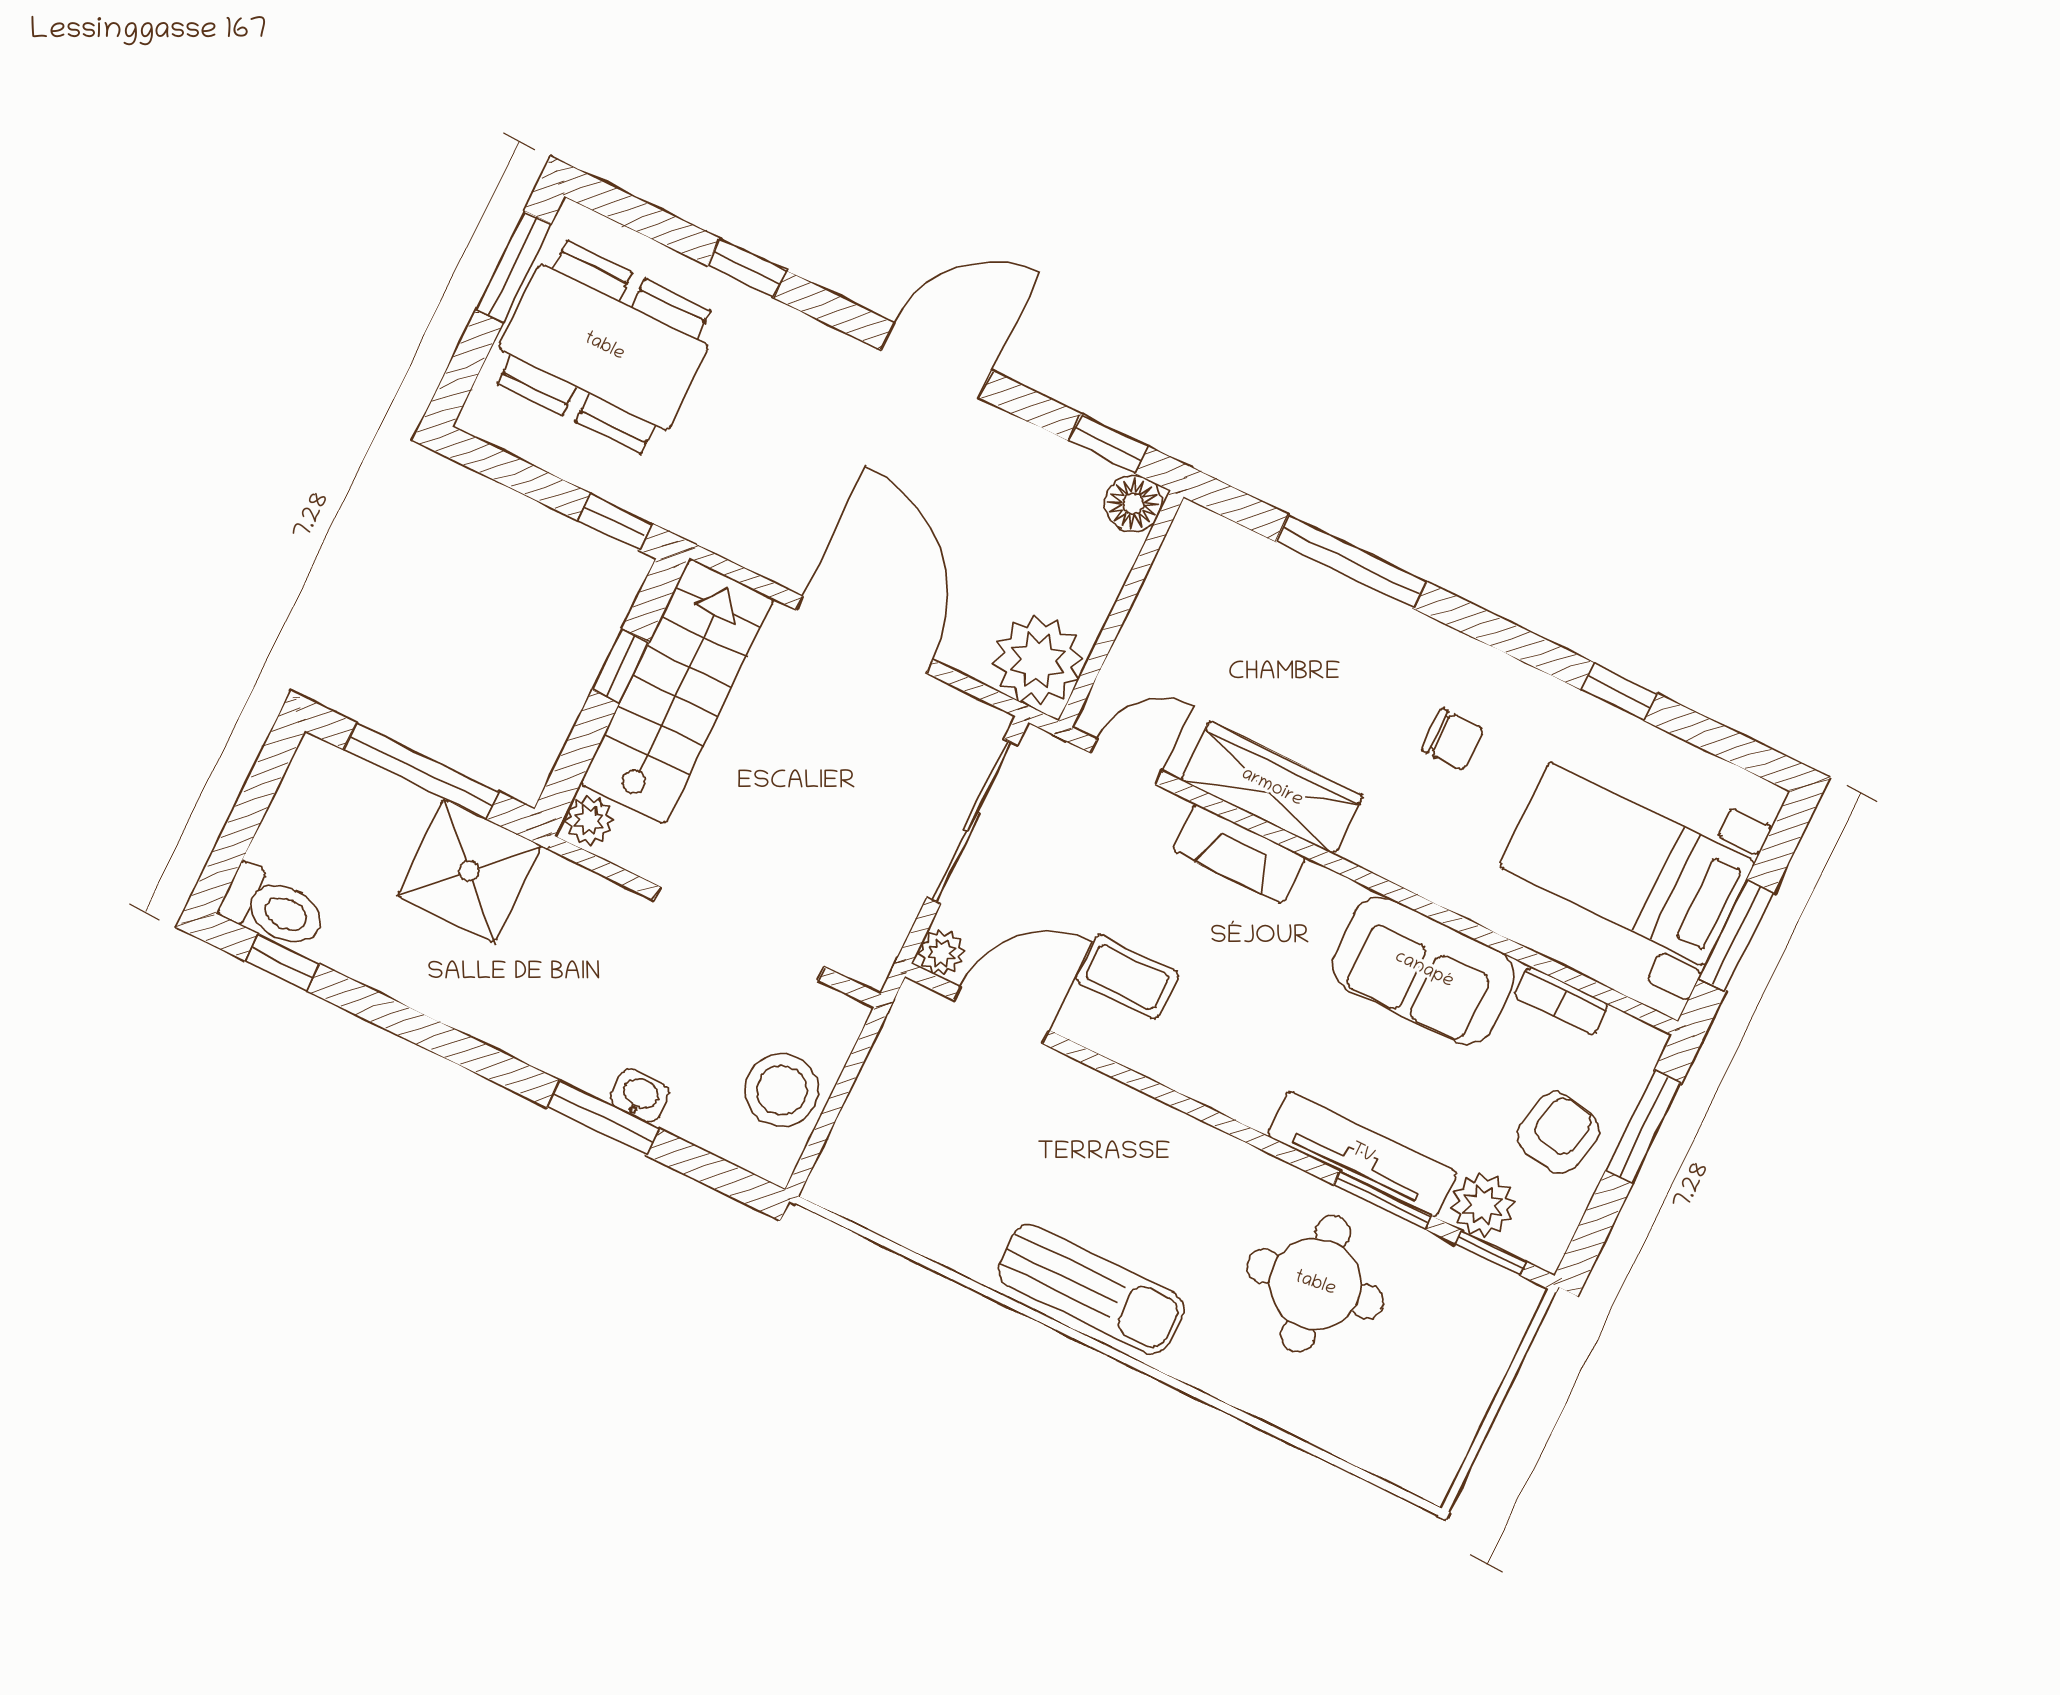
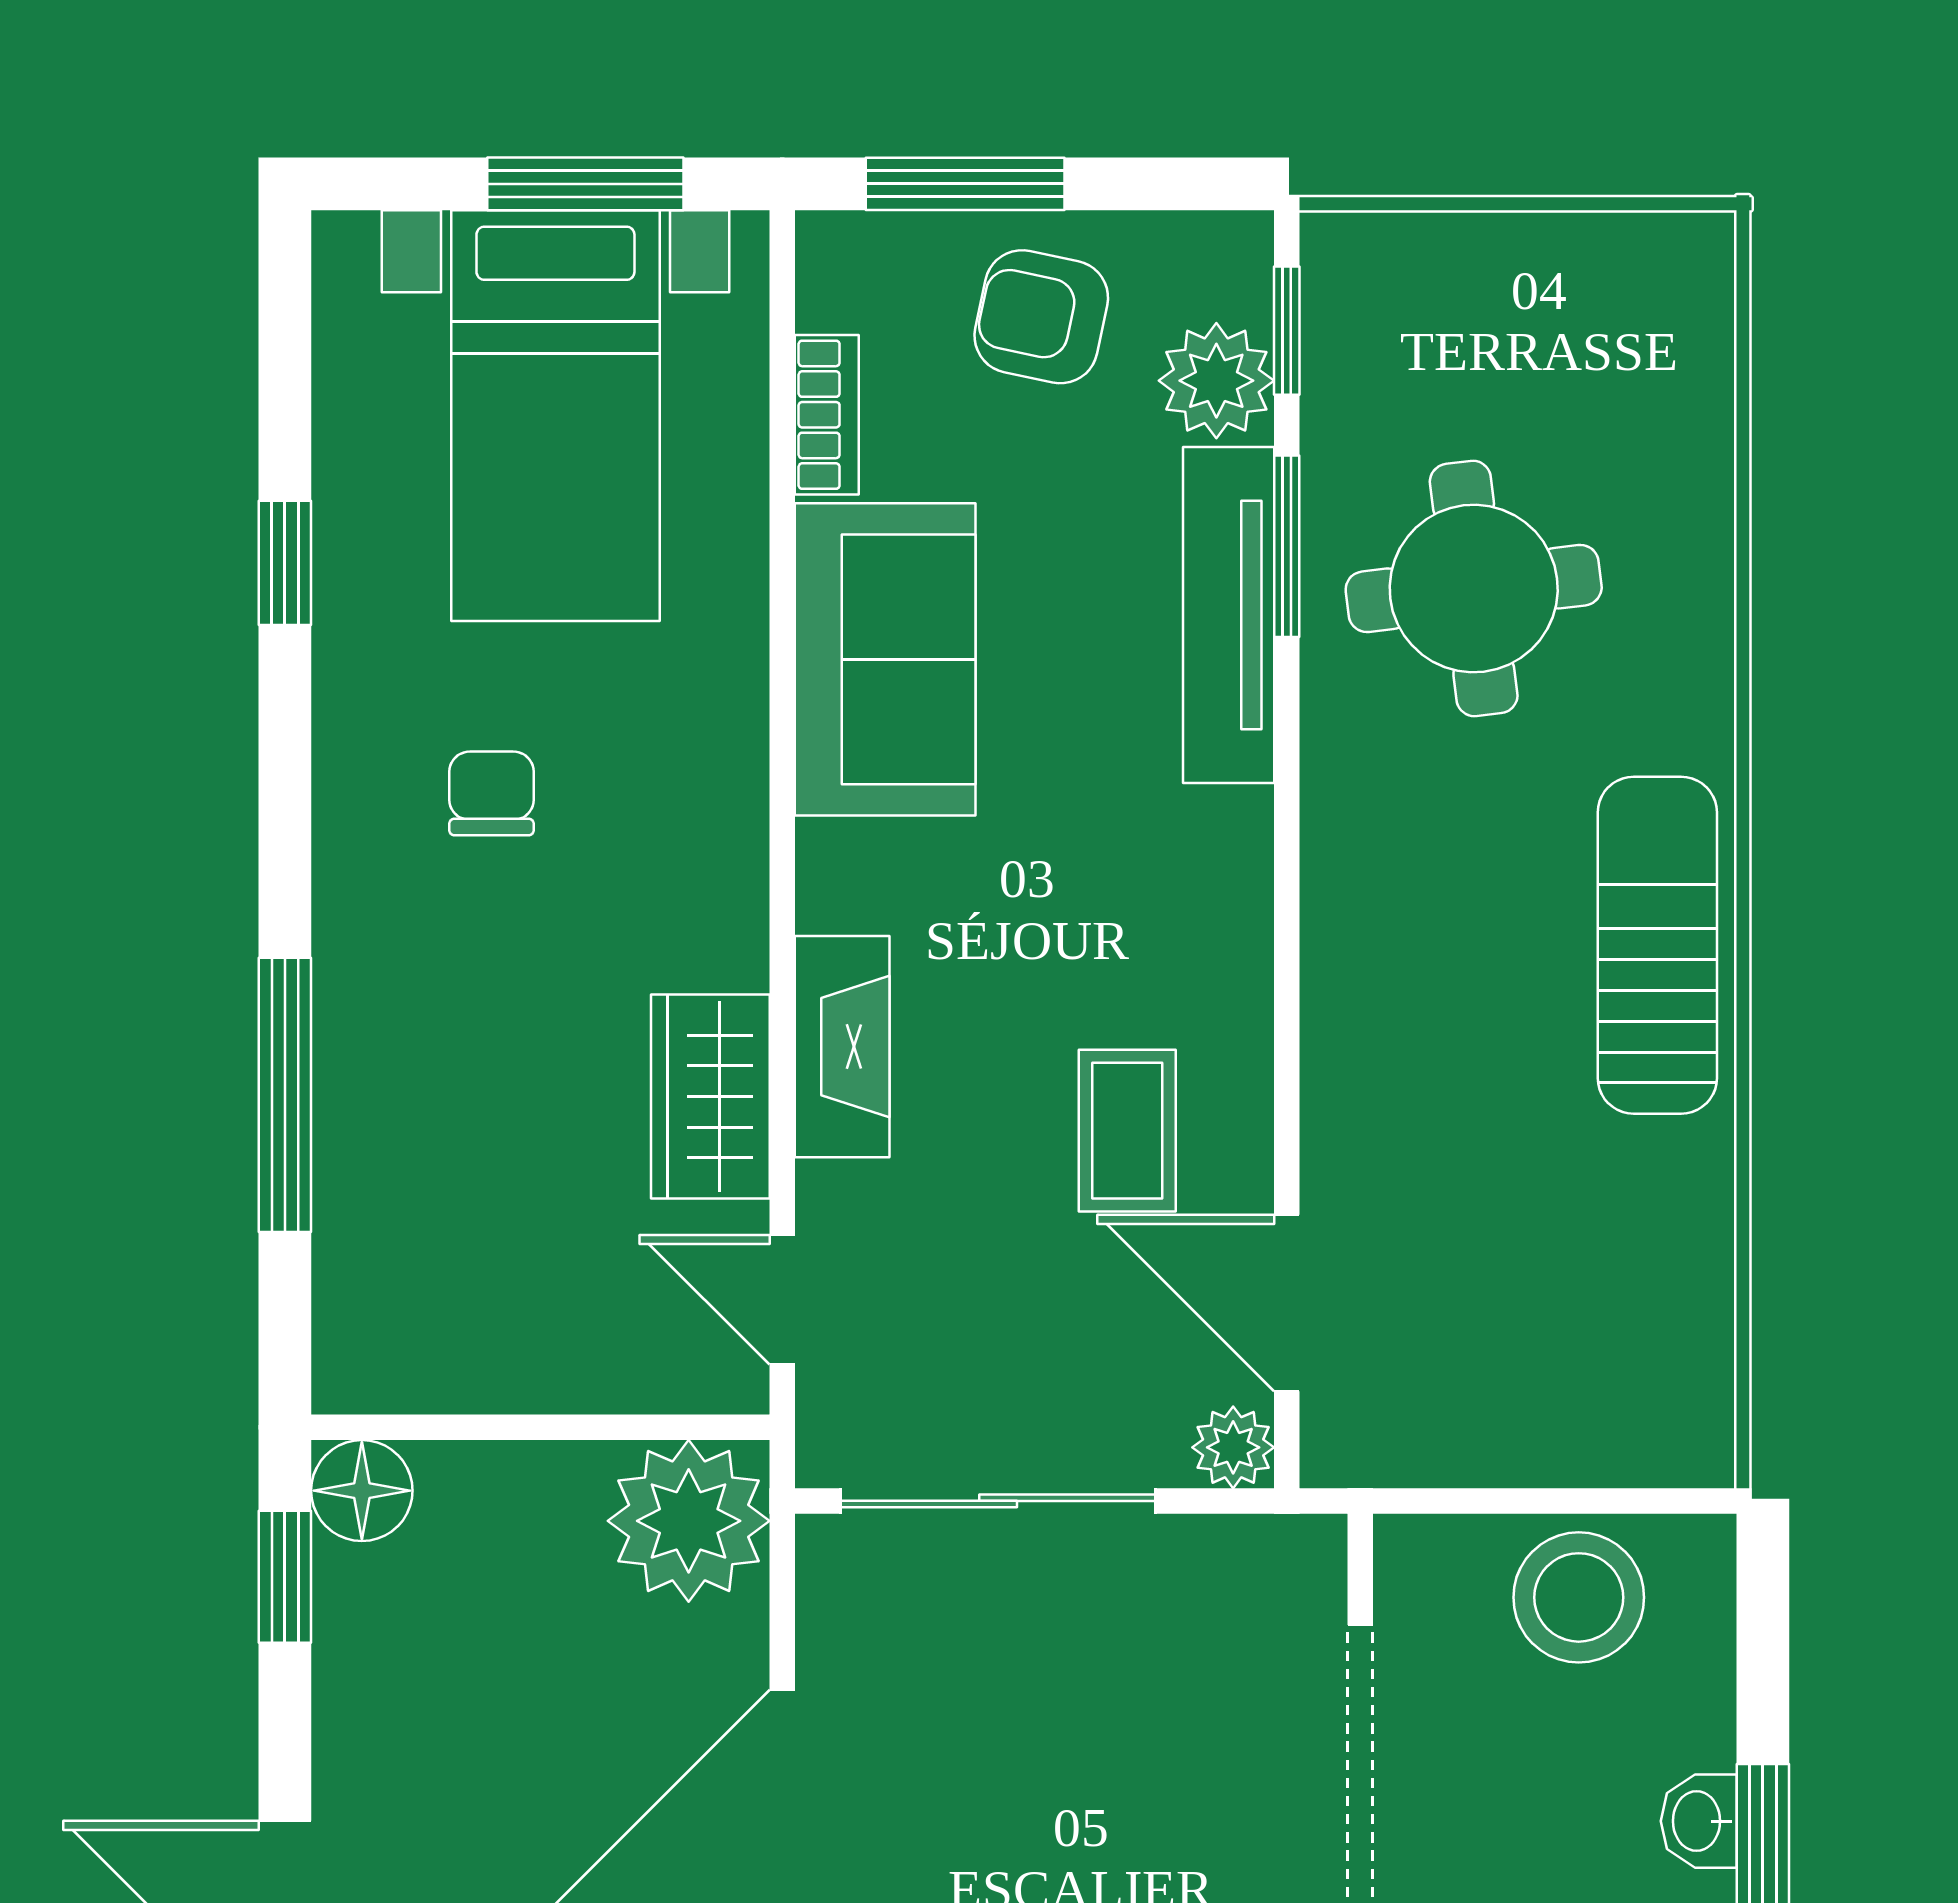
wardrobe: (1272, 788) -> (710, 1096), width x0.67

